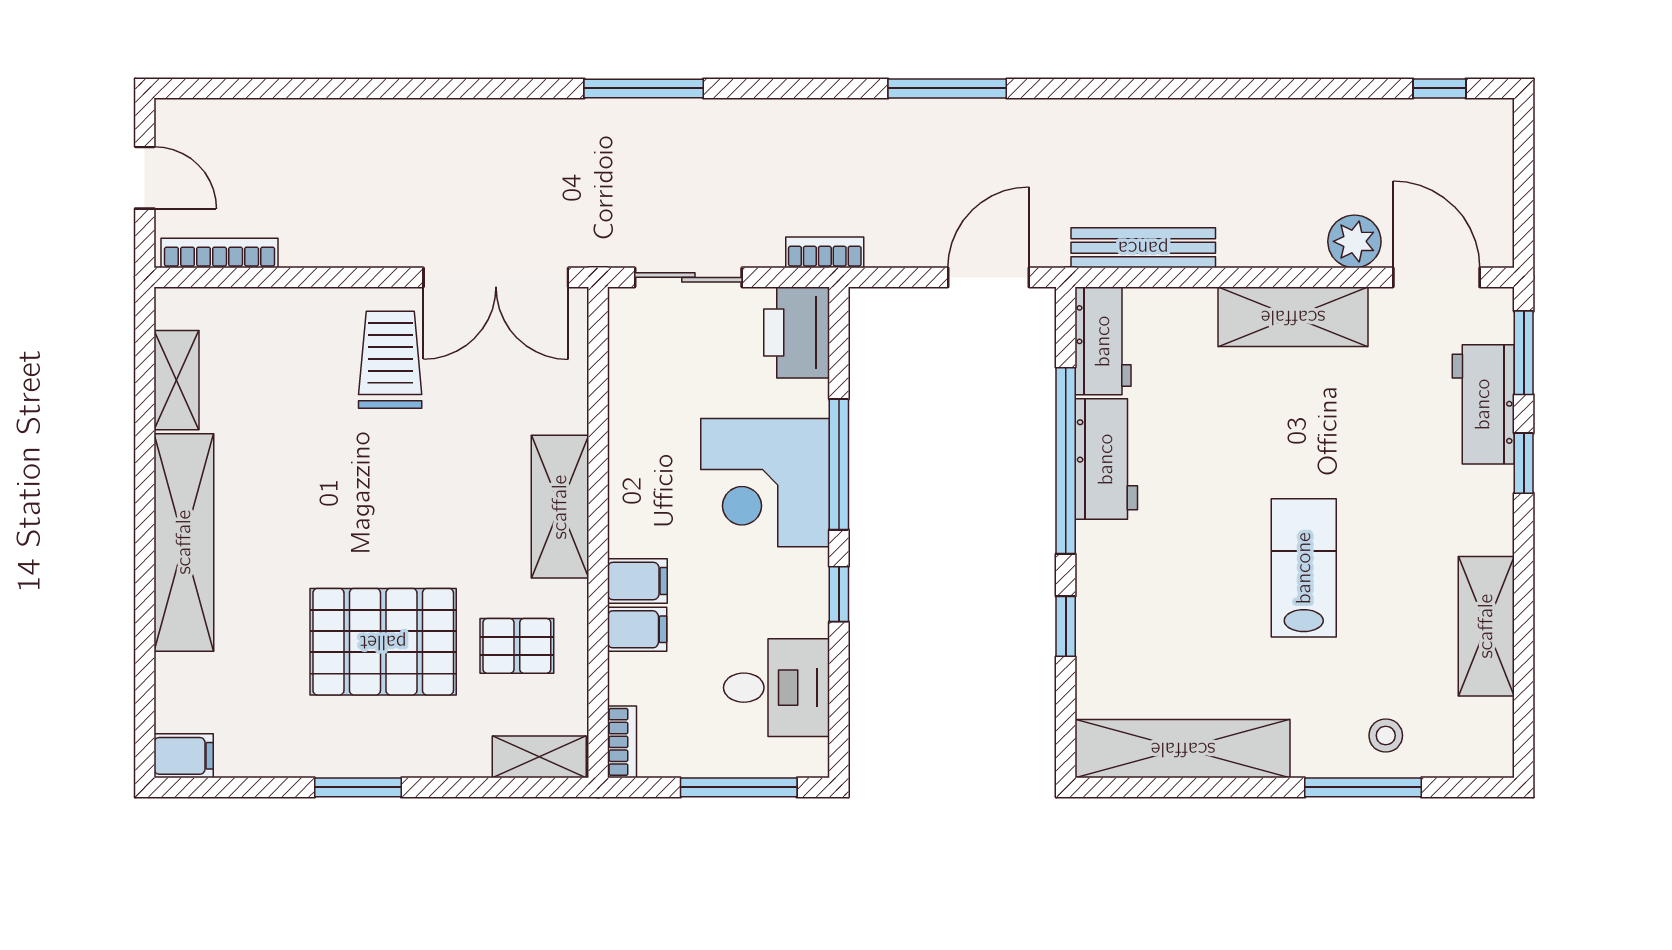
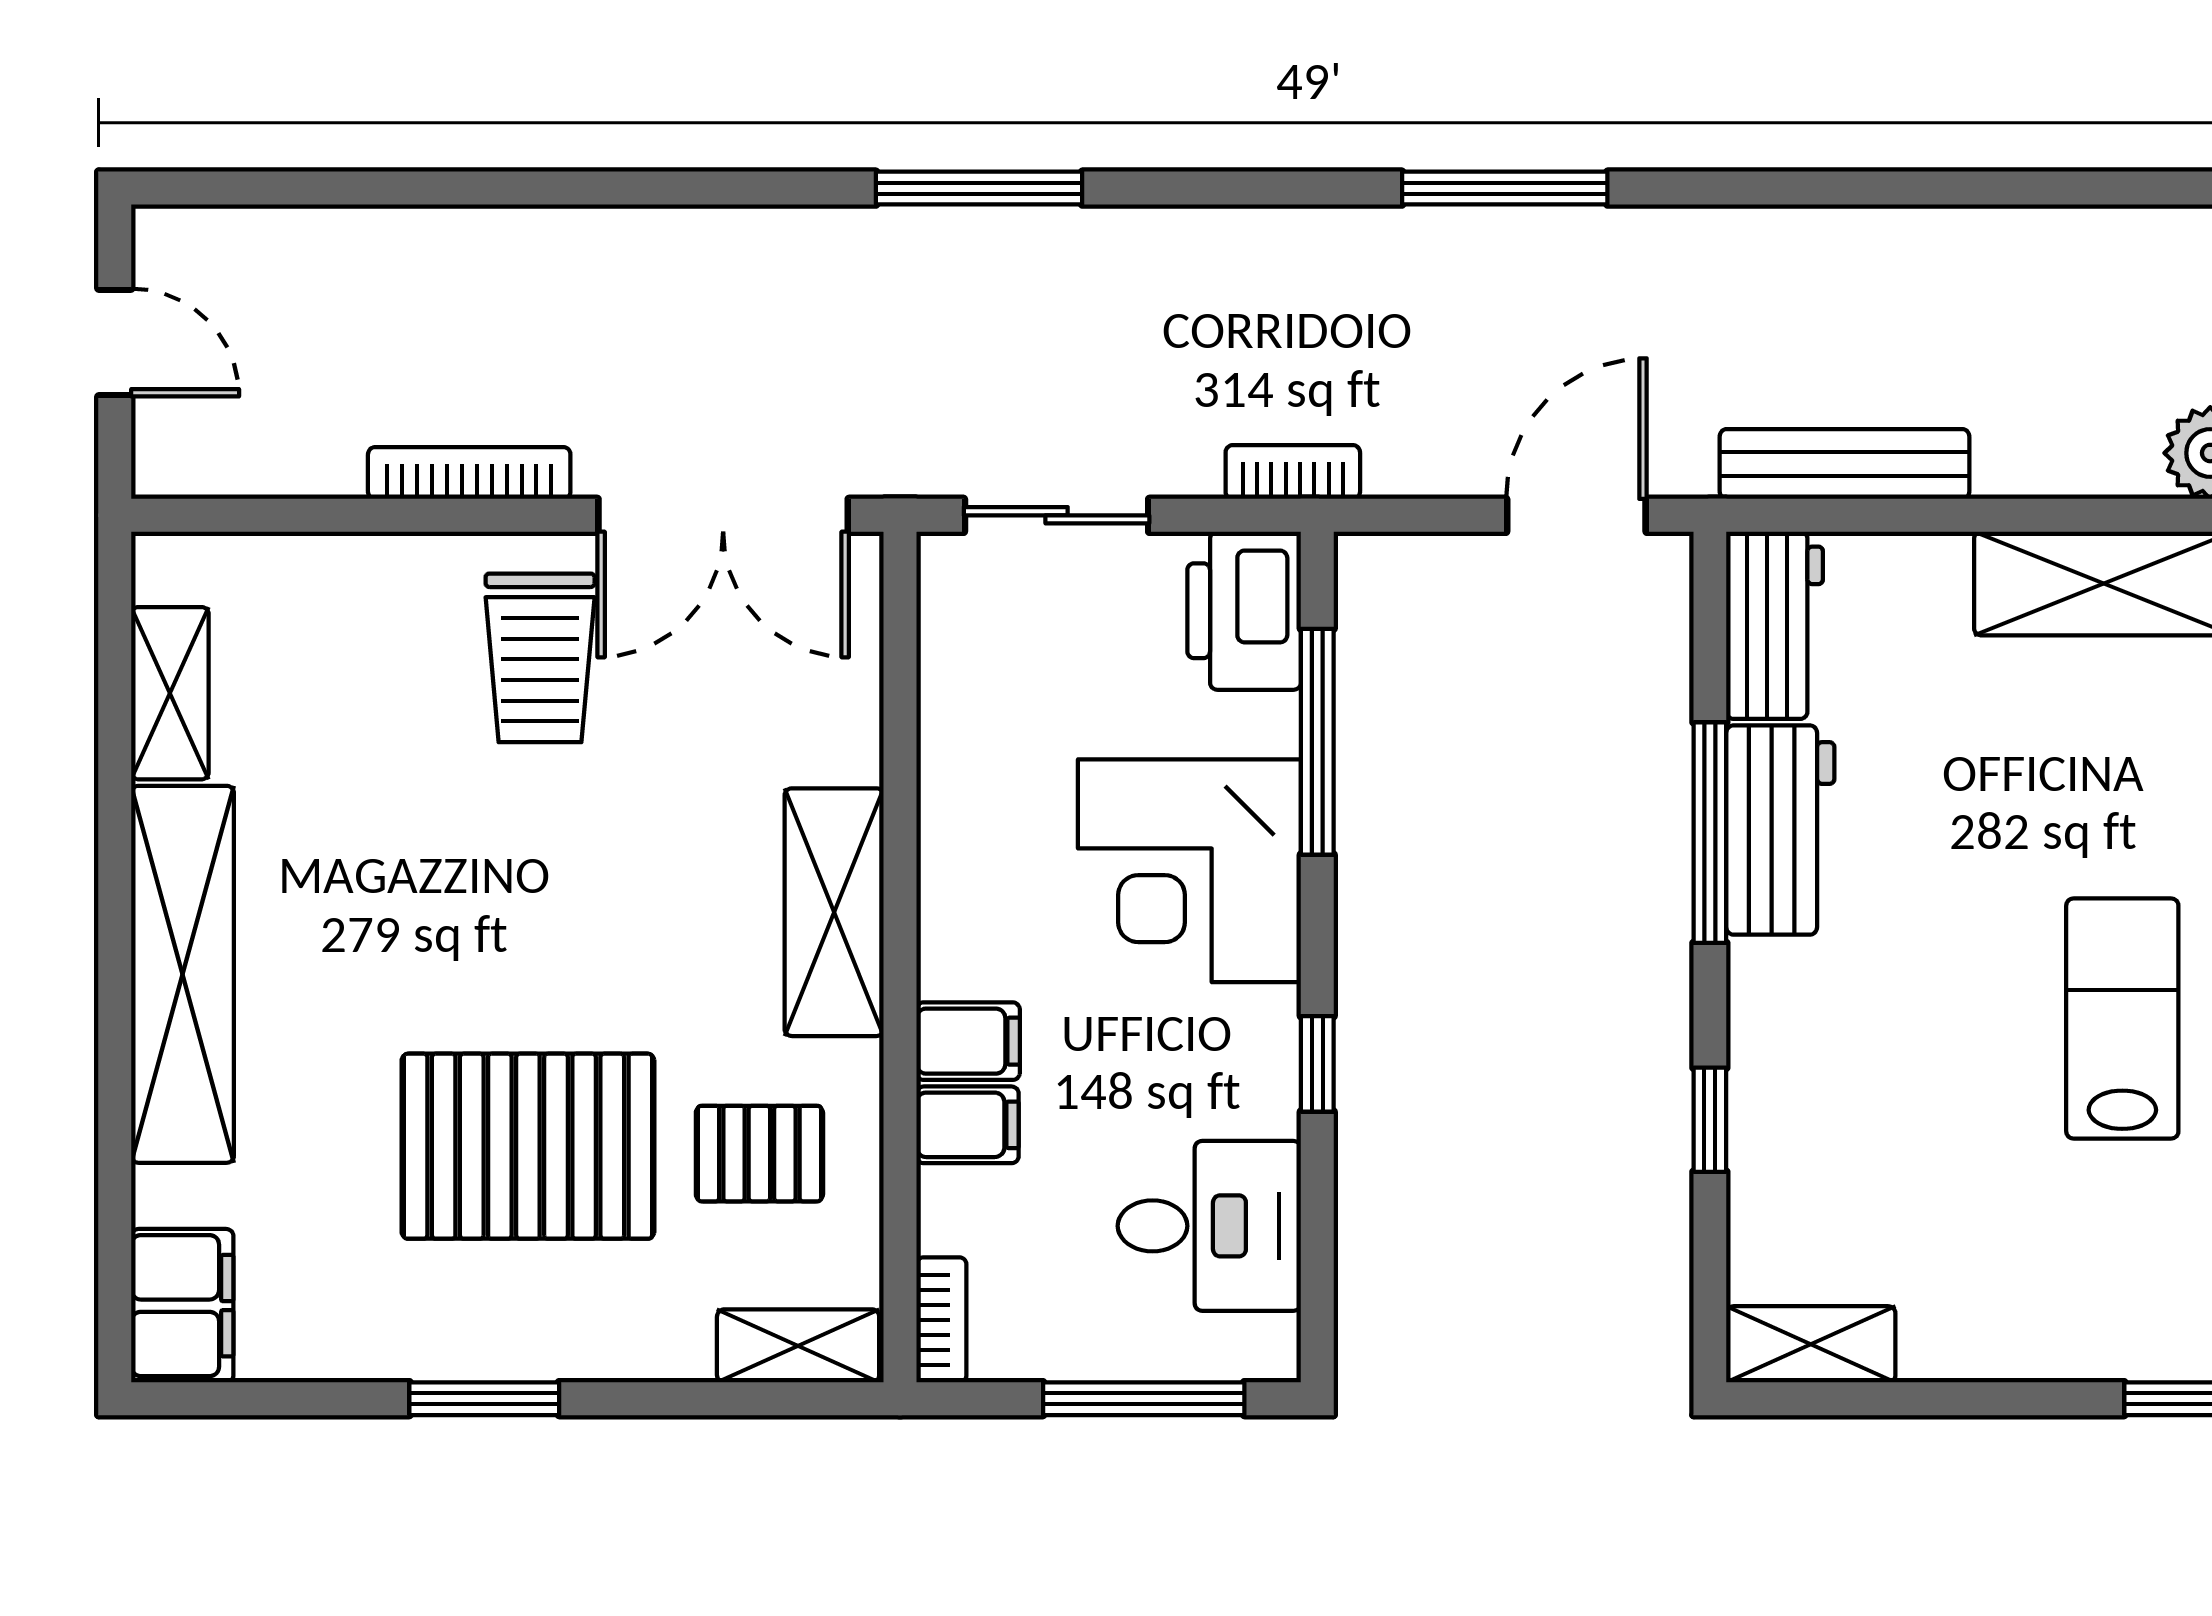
bookcase: (220, 253) -> (469, 473), moved
trolley: (390, 360) -> (540, 658), turned 180
window: (1066, 461) -> (1710, 833), width x0.68
window: (839, 464) -> (1317, 742), moved
shelving: (1183, 749) -> (1811, 1344), width x0.45, depth x0.75
filing cabinet: (184, 756) -> (182, 1306), width x2.00

